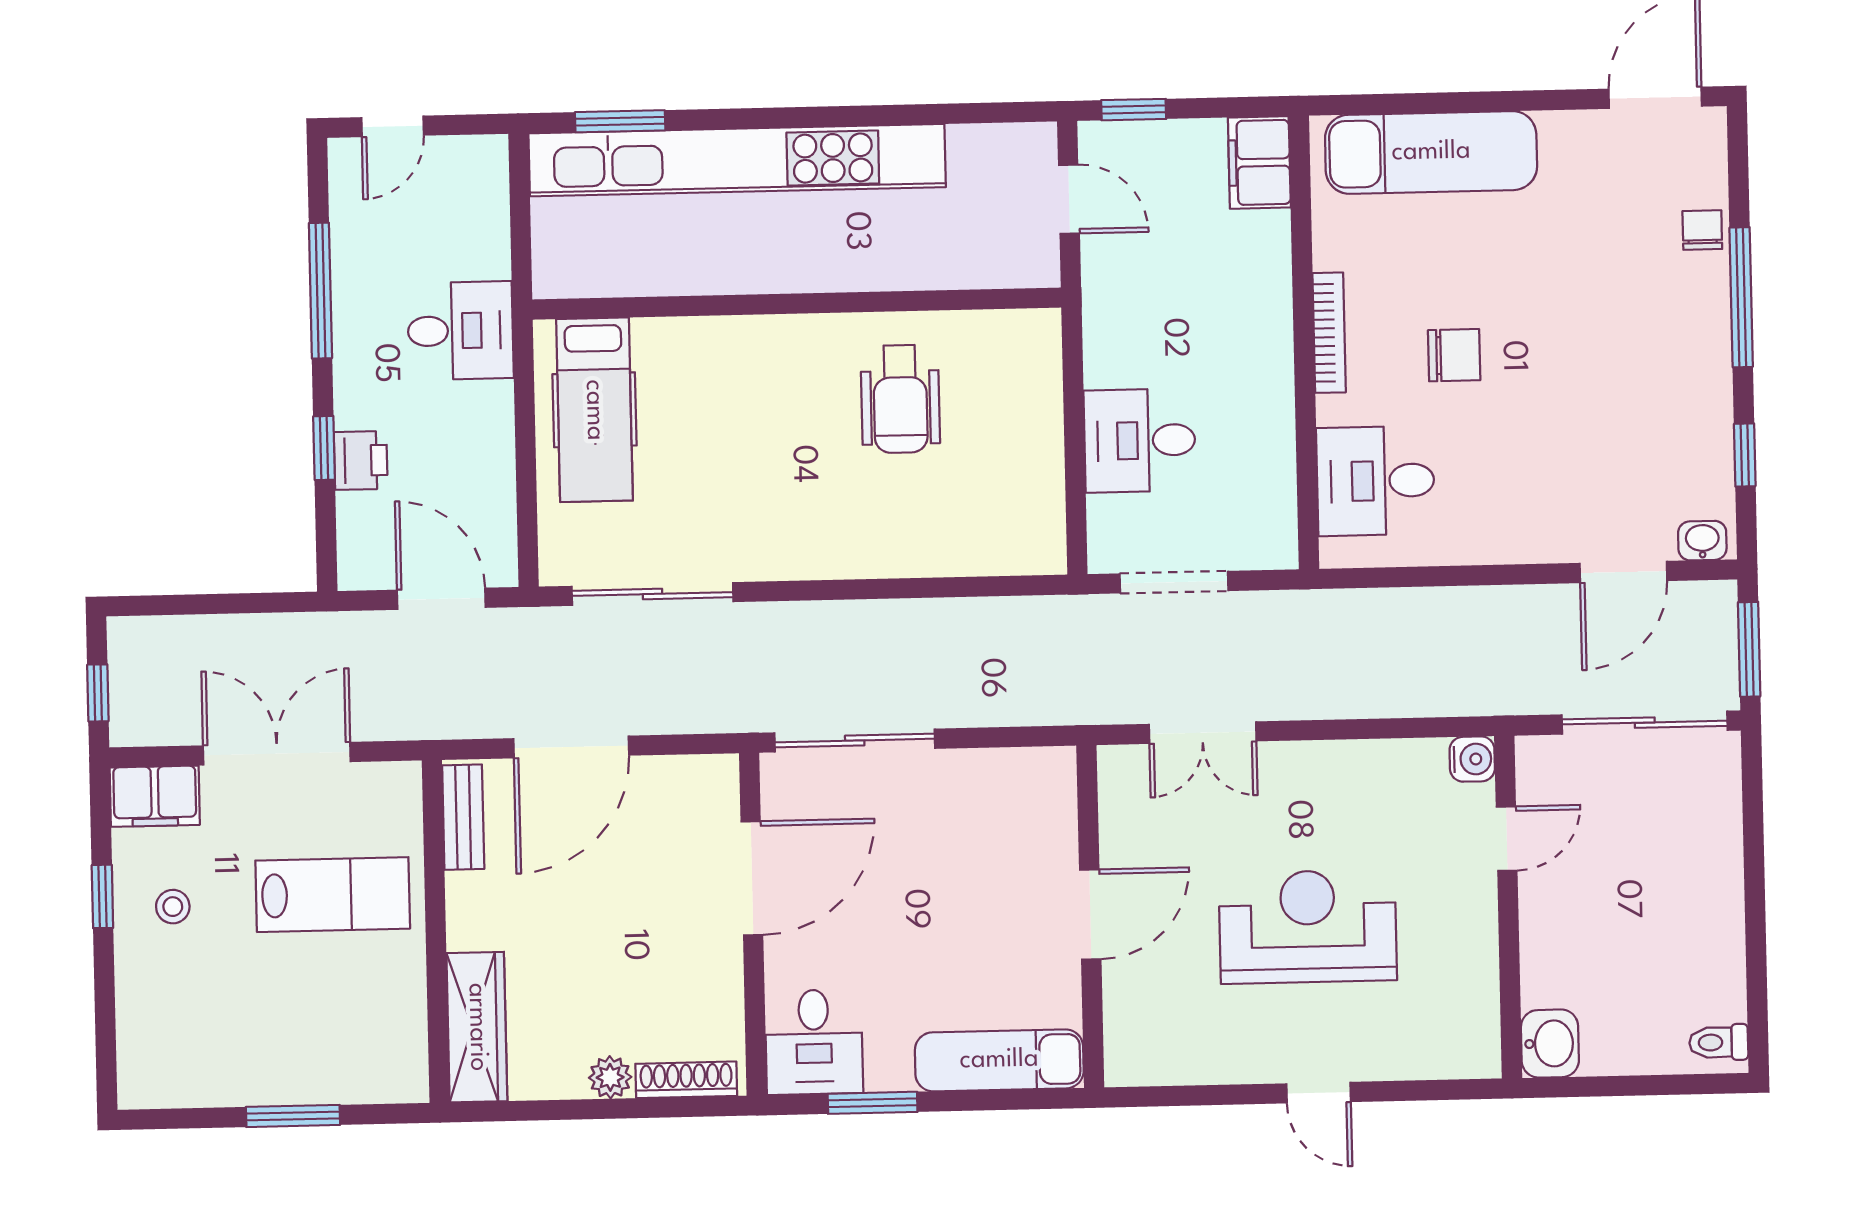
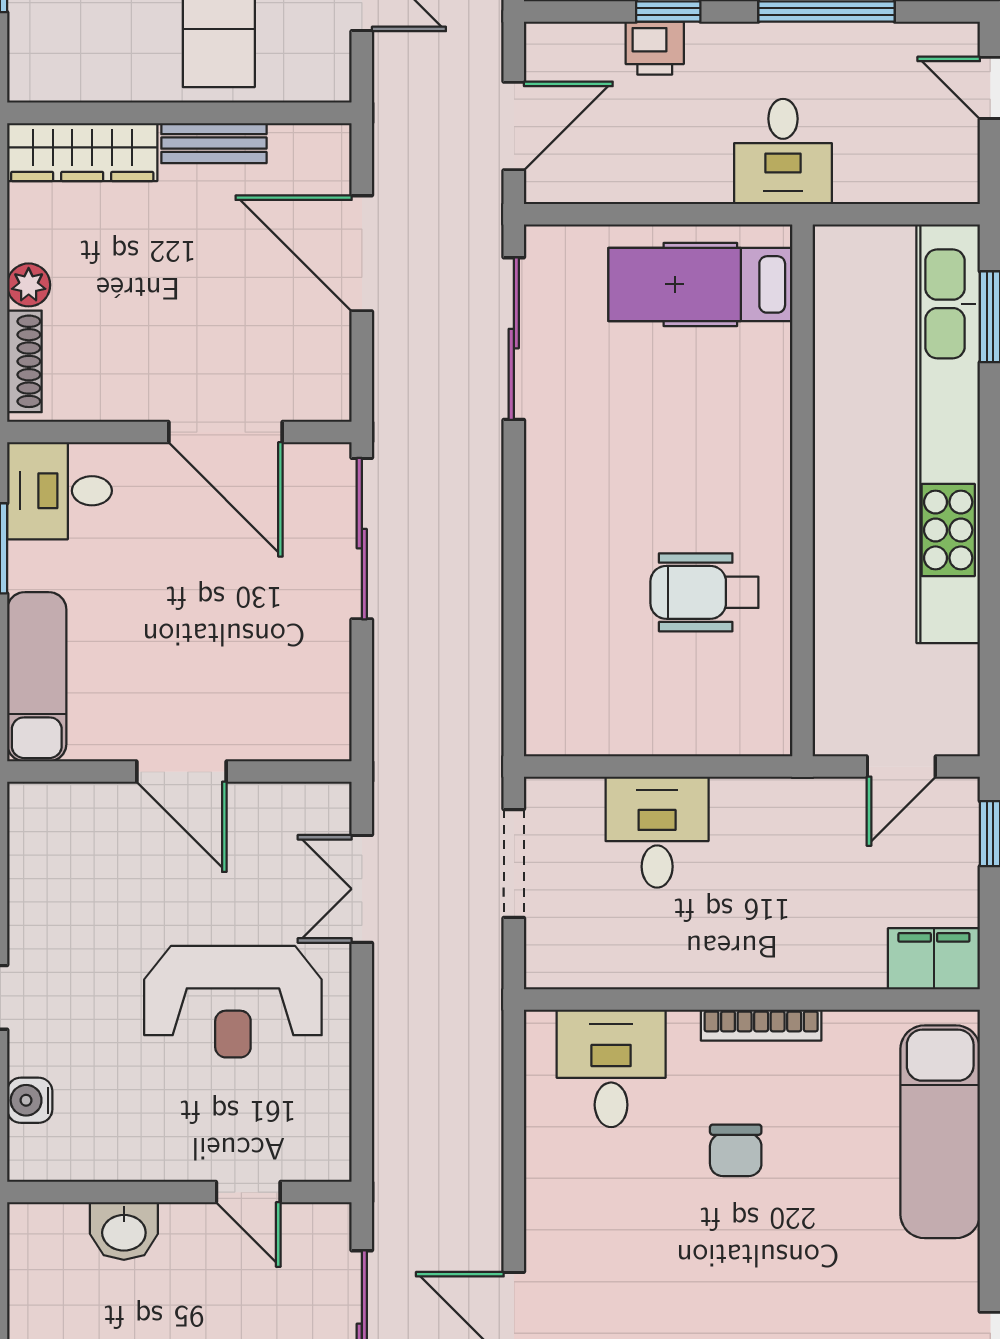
water cooler: (1472, 759) -> (30, 1100), moved, turned 90
bench: (463, 817) -> (214, 143), moved
reception desk: (1308, 927) -> (233, 1002), moved, turned 90
washbasin: (1550, 1044) -> (124, 1231), moved

